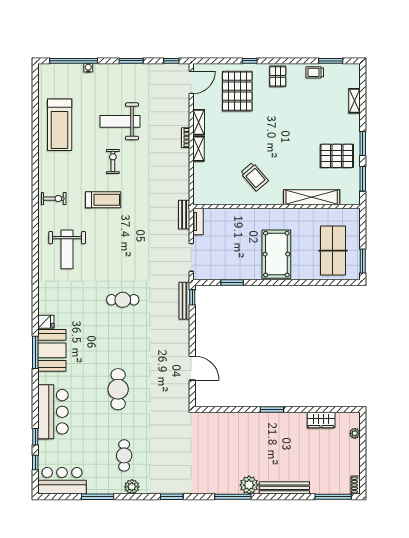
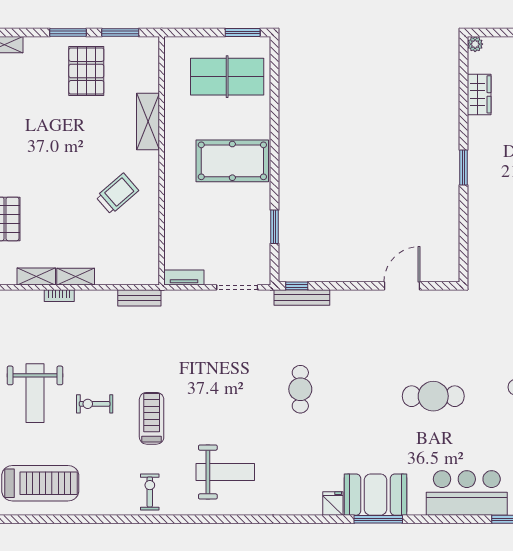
shelving: (312, 197) -> (148, 122), width x0.68
bench: (184, 215) -> (139, 298), moved
plant: (355, 433) -> (475, 44), moved

